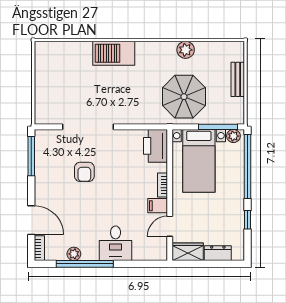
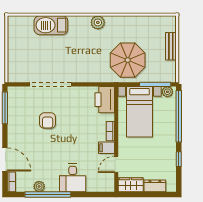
plant: (186, 50) -> (98, 22), moved
barbecue: (114, 53) -> (51, 25), moved

